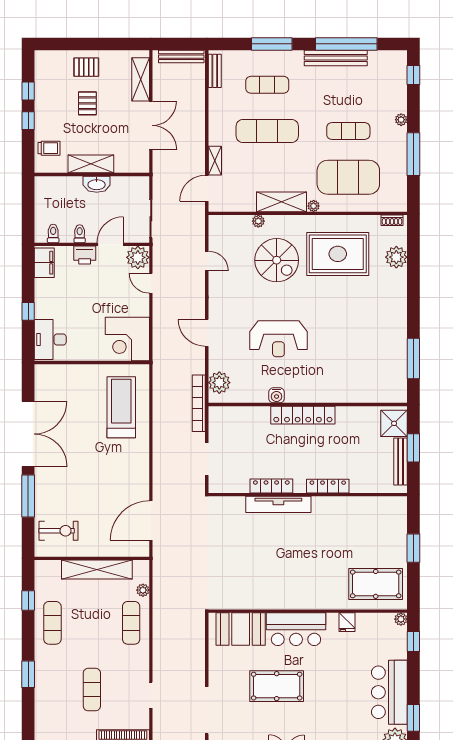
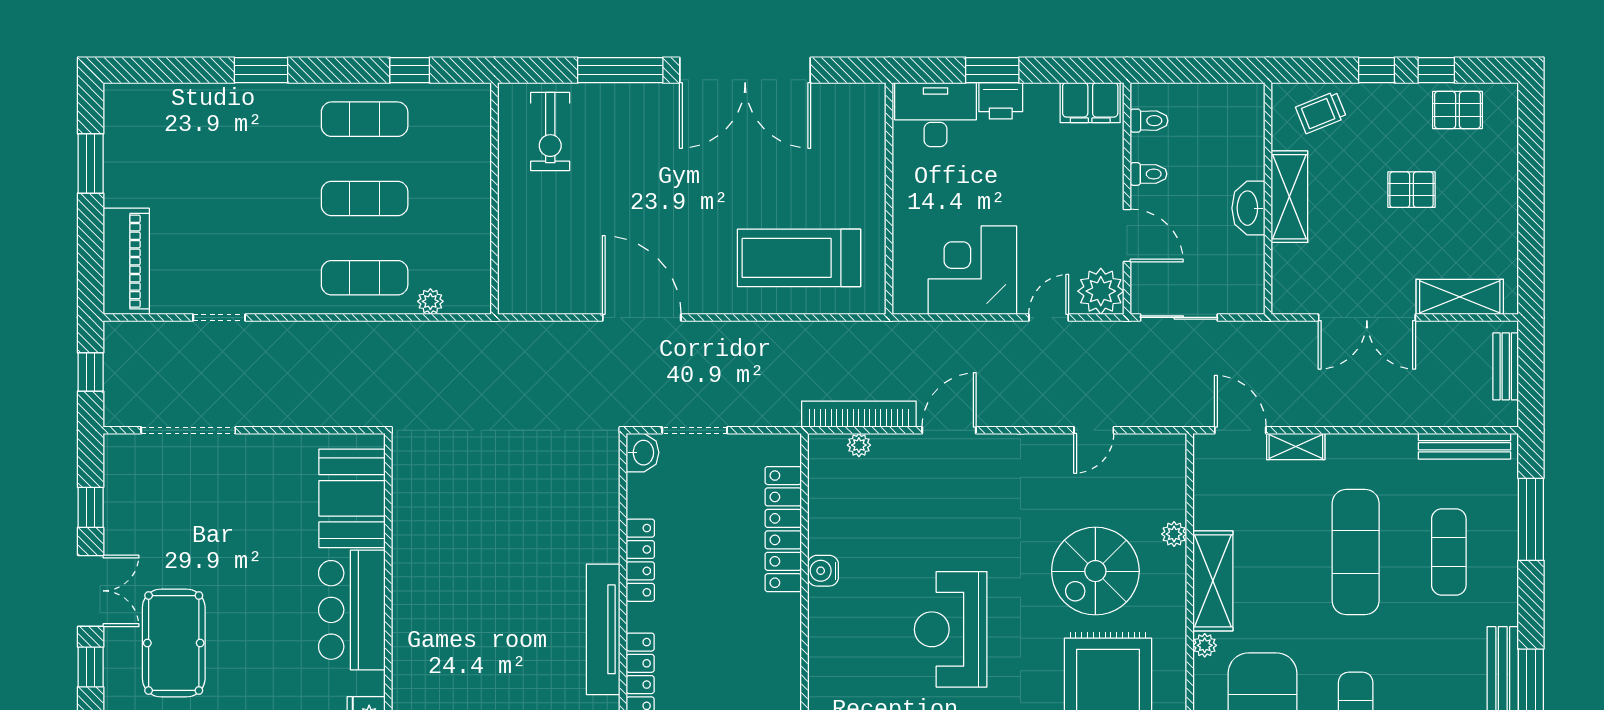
window: (272, 44) -> (1531, 519), moved
bench: (181, 57) -> (1506, 366), width x0.73
pallet: (86, 67) -> (1457, 110), moved, turned 90
bench: (215, 71) -> (1464, 446), width x1.36
trolley: (49, 148) -> (1321, 112), turned 68
printer: (85, 255) -> (1001, 101), moved, turned -90
window: (28, 311) -> (992, 70), width x1.50
corner desk: (127, 339) -> (972, 270), moved
reception desk: (278, 339) -> (951, 629), moved
plant: (219, 383) -> (859, 445), width x0.53, depth x0.53
bookcase: (199, 403) -> (859, 414), moved
treadmill: (121, 407) -> (799, 258), turned 180
locker: (303, 415) -> (783, 529), moved
washbasin: (218, 485) -> (642, 453), added
tv unit: (278, 504) -> (603, 629), moved
door: (151, 520) -> (642, 317), moved
shelving: (97, 569) -> (472, 209), removed
pool table: (277, 686) -> (174, 643), moved
exercise mat: (92, 690) -> (365, 198), moved

